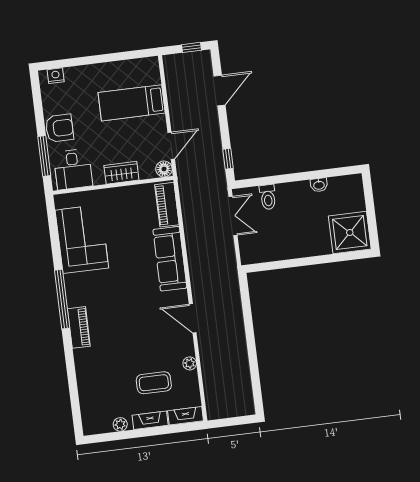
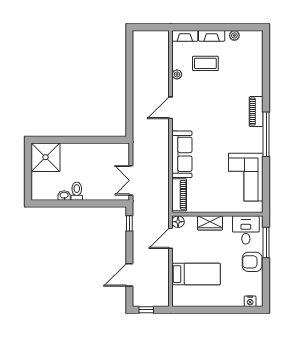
toilet: (268, 197) -> (77, 191), moved
door: (193, 318) -> (171, 108), swing flipped

